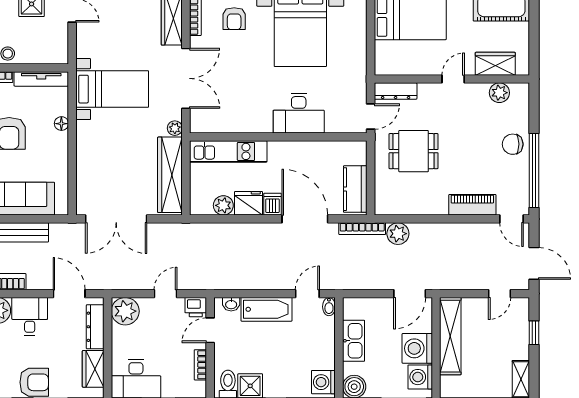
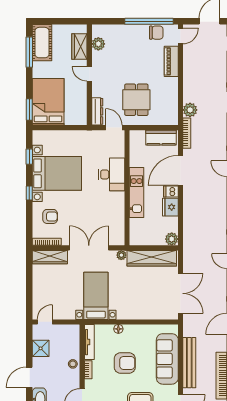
chair: (513, 144) -> (156, 33), moved, turned -90
kitchen unit: (228, 151) -> (137, 193), moved
plant: (223, 205) -> (172, 239), moved

